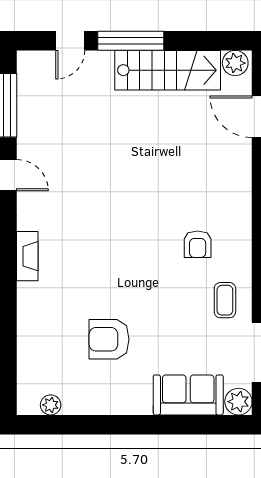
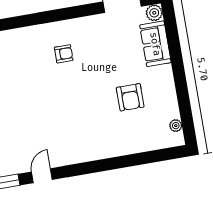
fireplace: (27, 256) -> (89, 155), removed
coffee table: (225, 300) -> (95, 32), removed

